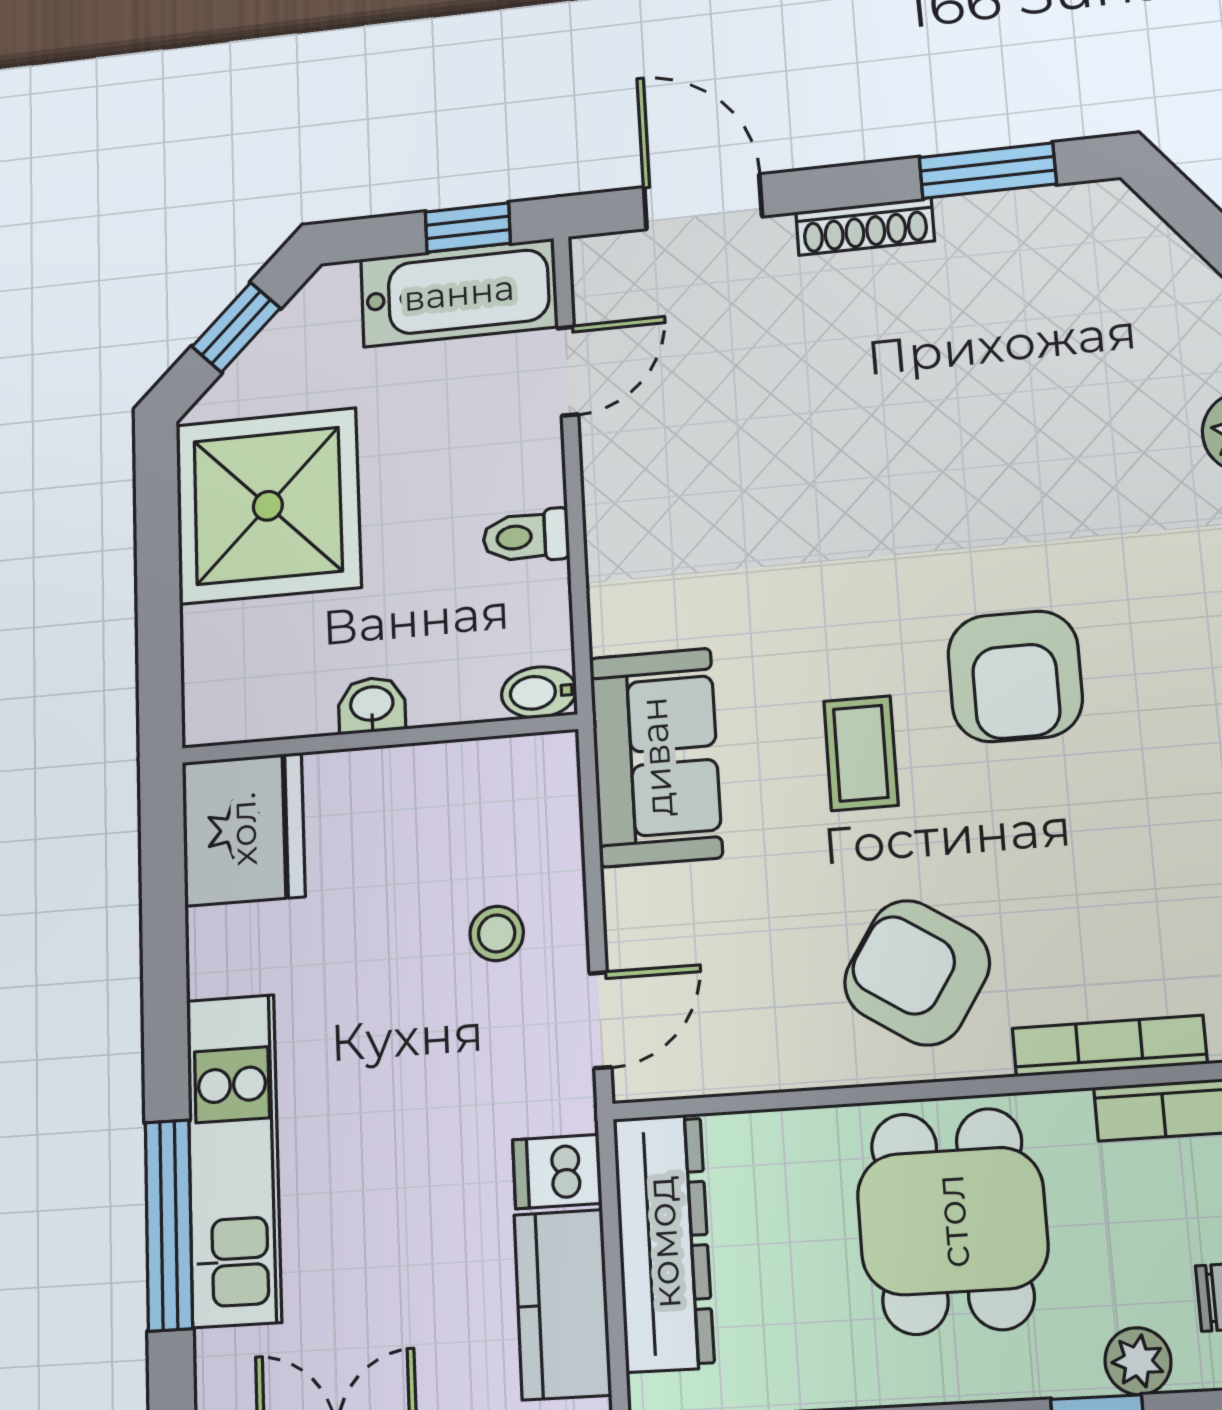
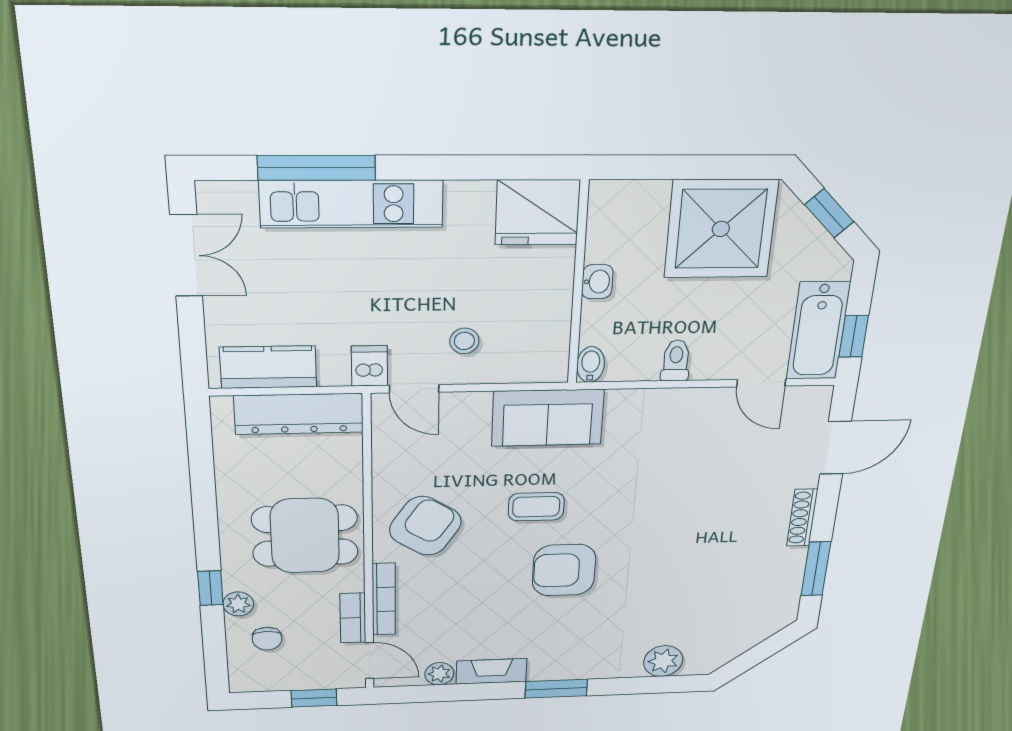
dishwasher: (557, 1172) -> (369, 366), moved

